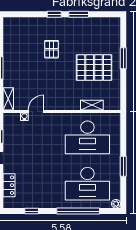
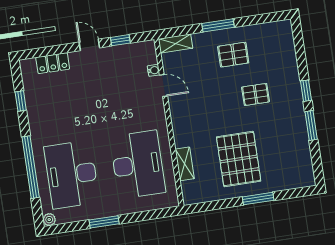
pallet: (22, 60) -> (233, 55), added
desk: (87, 137) -> (138, 165), turned 180

